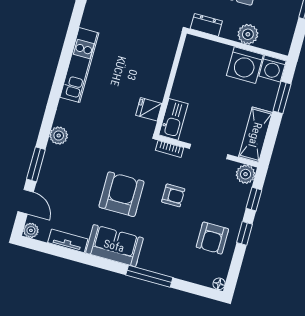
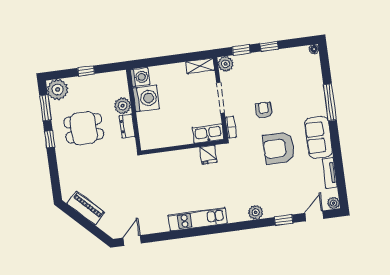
dresser: (206, 25) -> (127, 126), moved
window: (282, 97) -> (158, 61), removed
shelving: (255, 135) -> (200, 66), width x0.67, depth x0.75
window: (36, 164) -> (284, 220), width x0.67
armchair: (212, 238) -> (283, 68), removed

